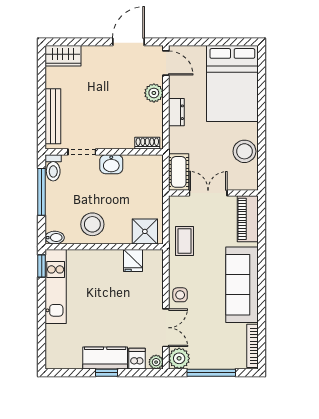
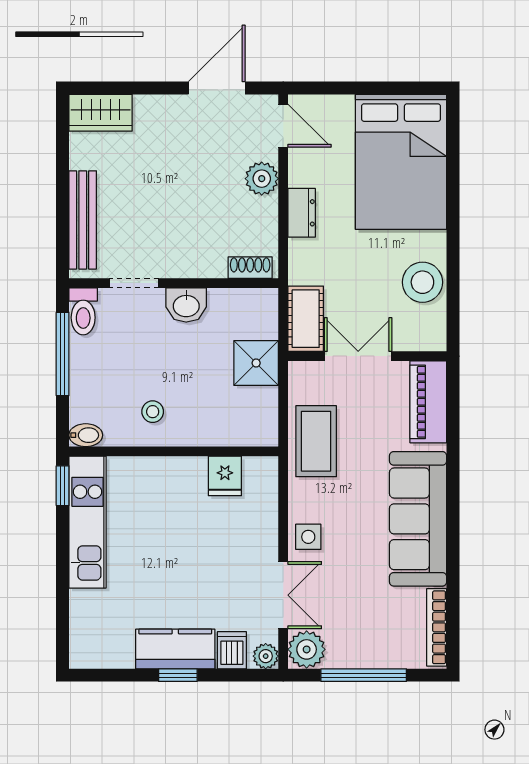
stool: (92, 224) -> (153, 412), width x0.53, depth x0.53
shower: (145, 231) -> (256, 363), moved
coffee table: (184, 241) -> (316, 441), width x1.36, depth x1.30

